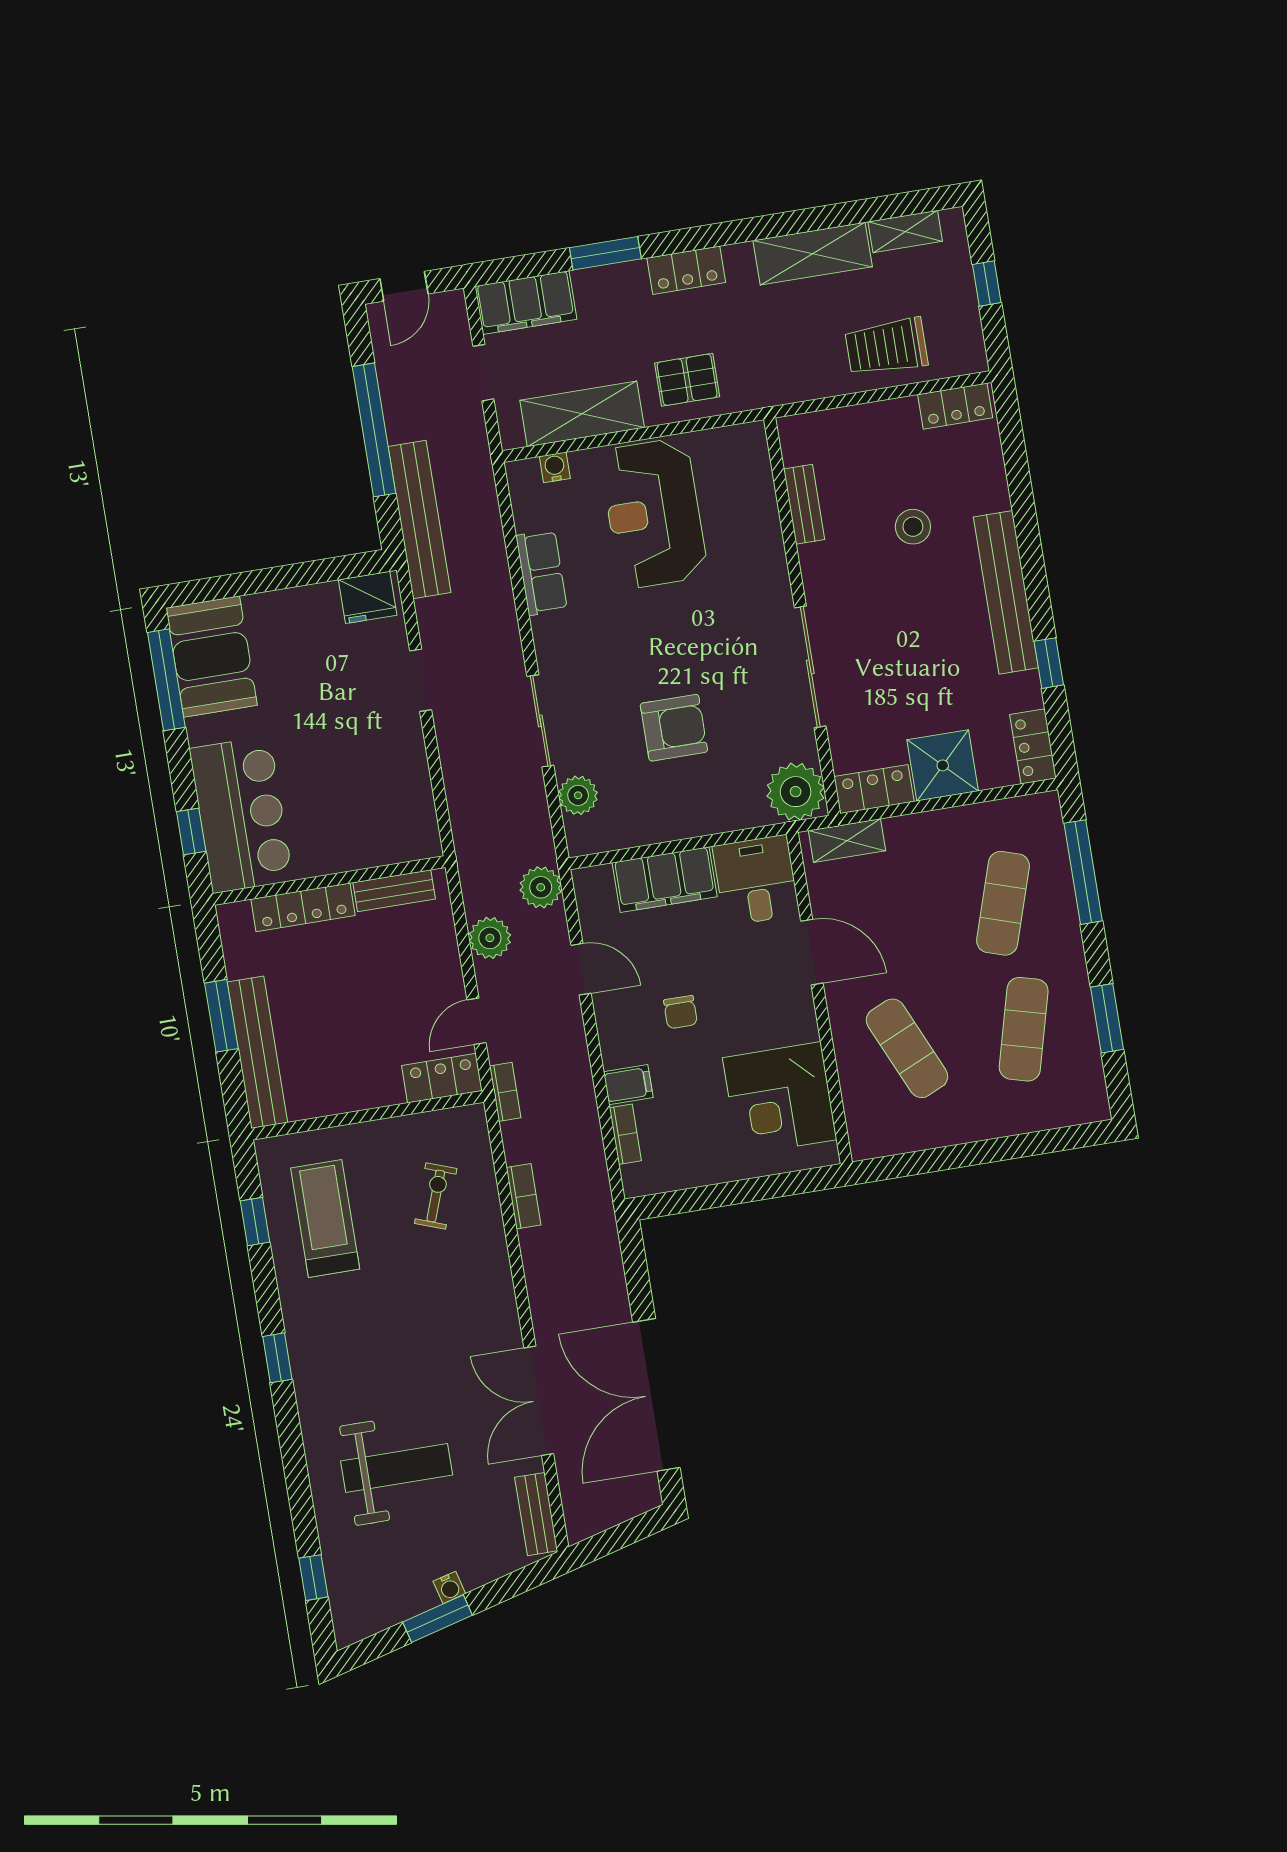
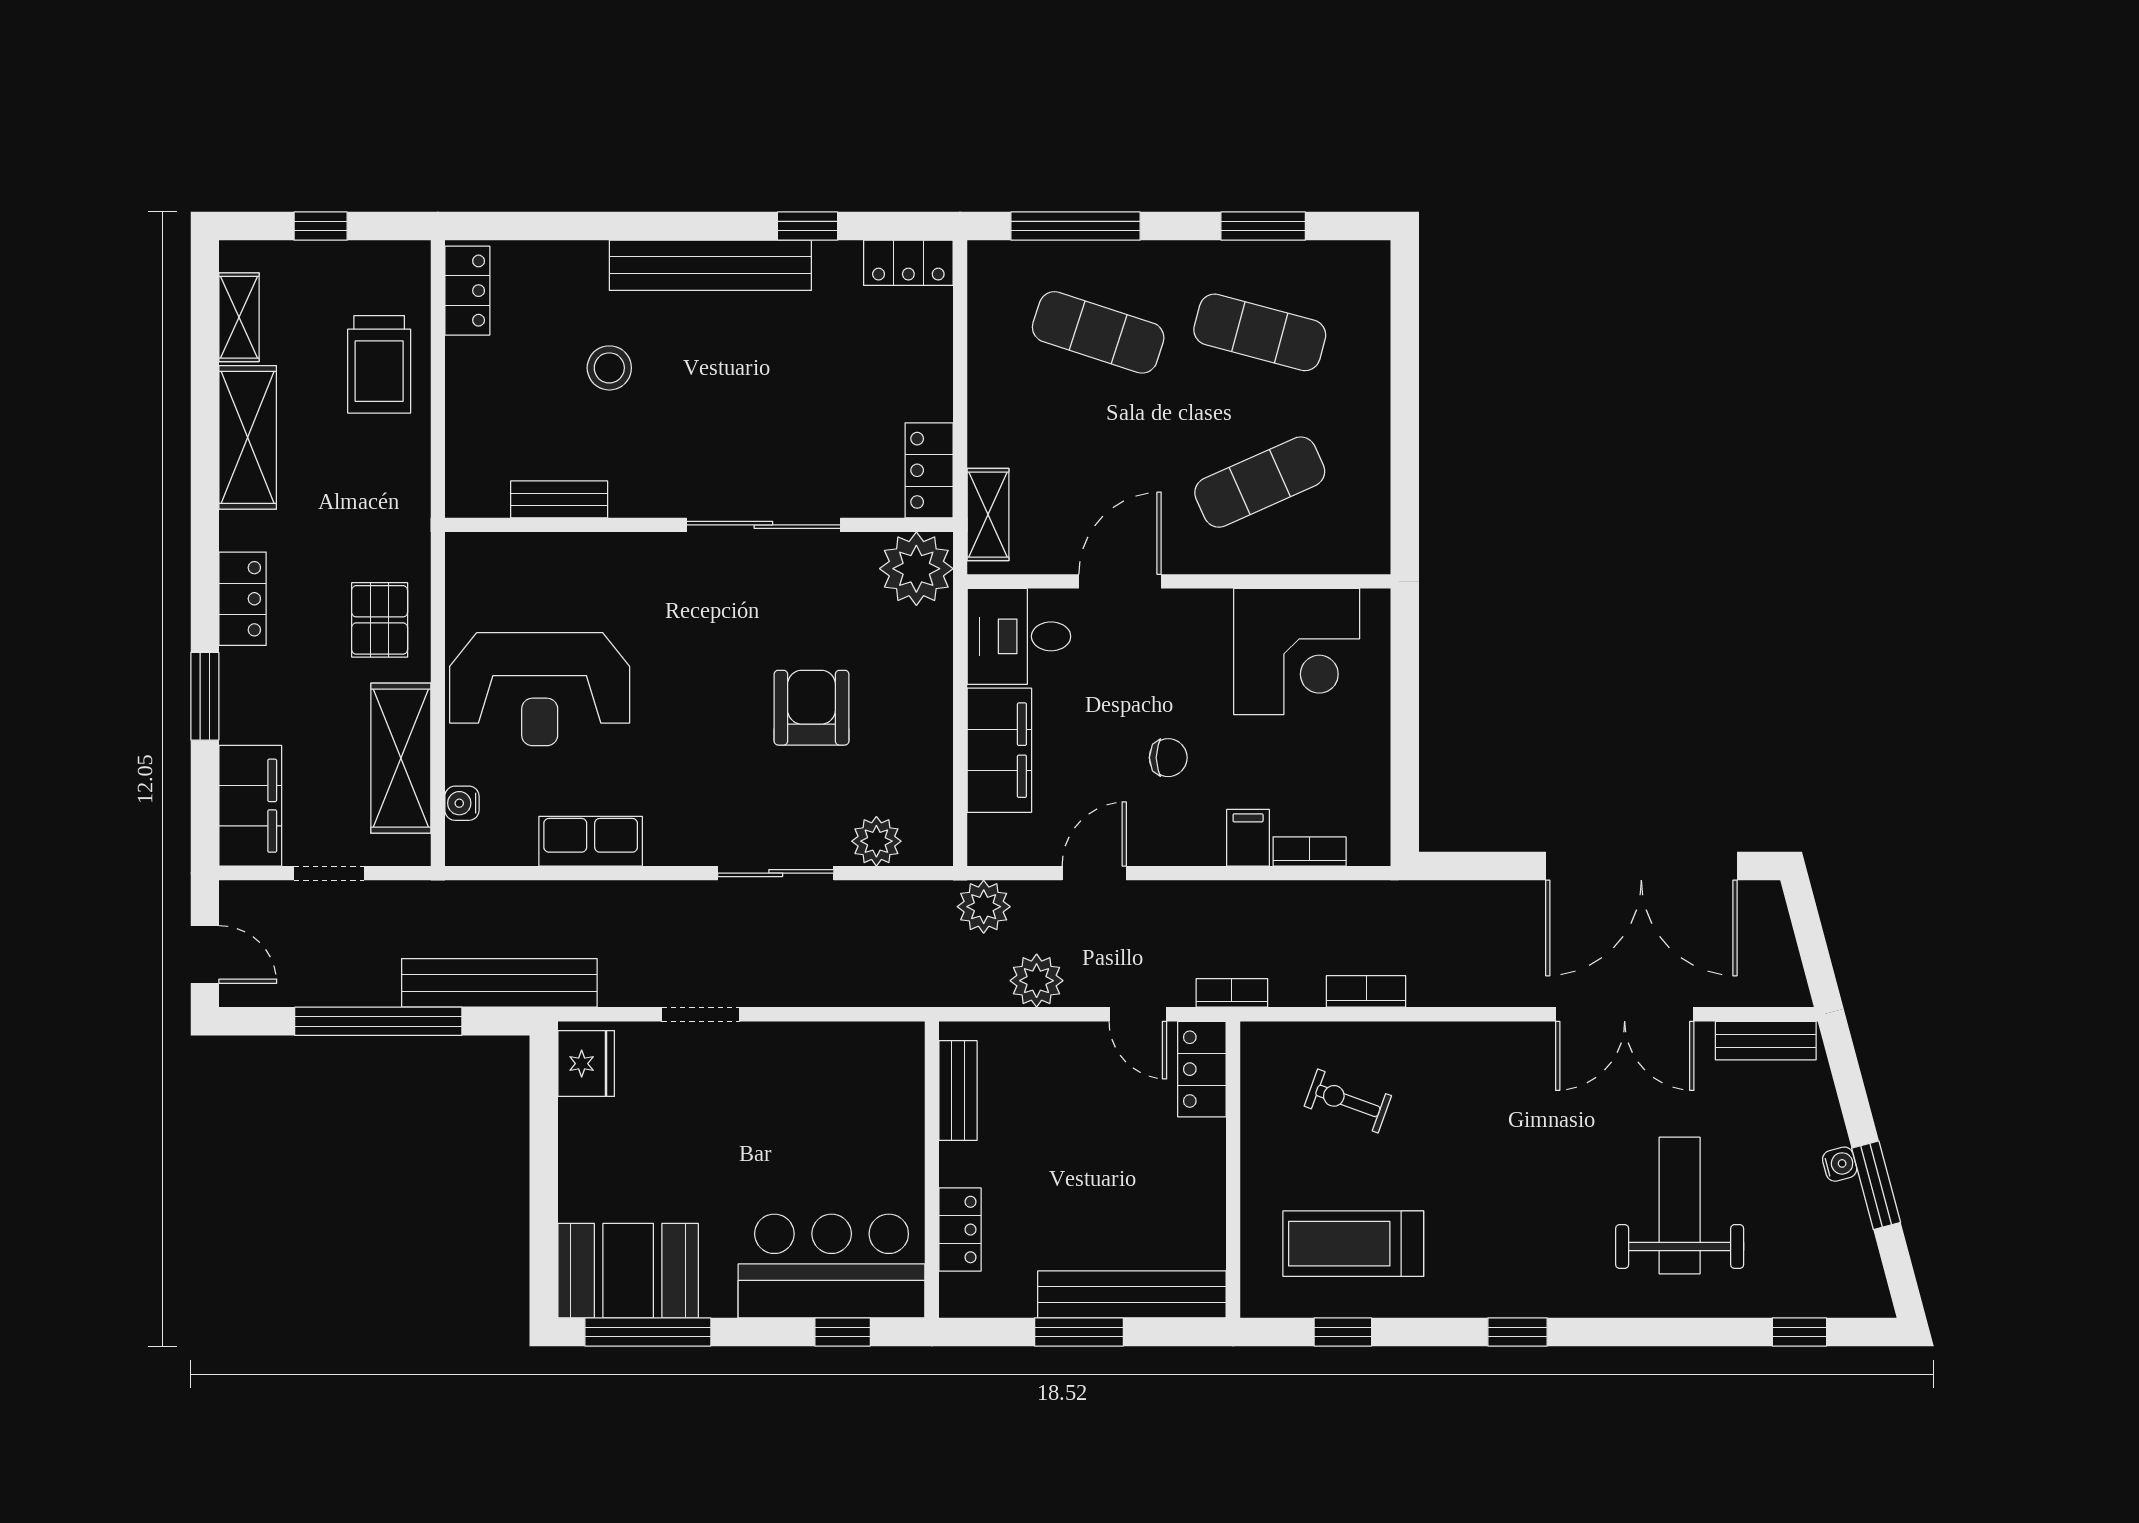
shower: (943, 765) -> (914, 380), removed
locker: (303, 907) -> (960, 1230), width x0.66

